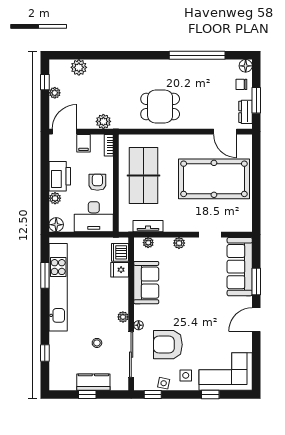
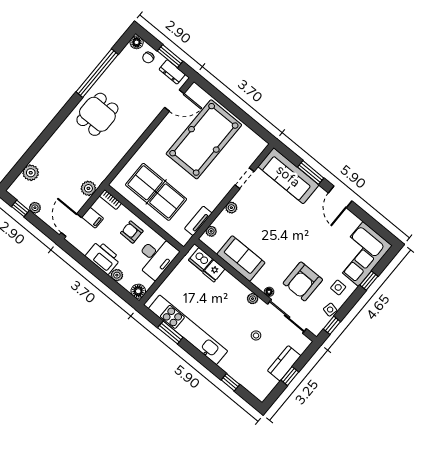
dining table: (160, 107) -> (97, 114), moved

